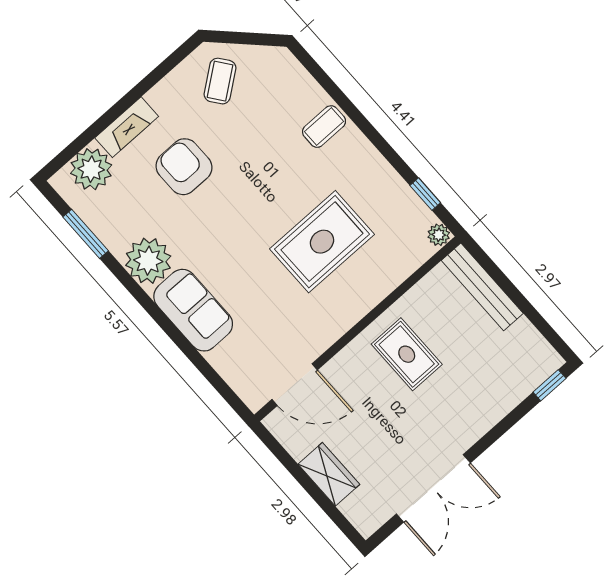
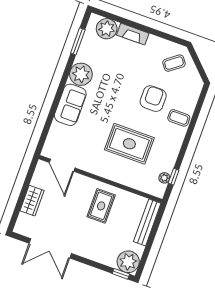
armchair: (184, 167) -> (153, 99), moved
plant: (439, 235) -> (164, 178), moved
plant: (535, 360) -> (128, 262), added

